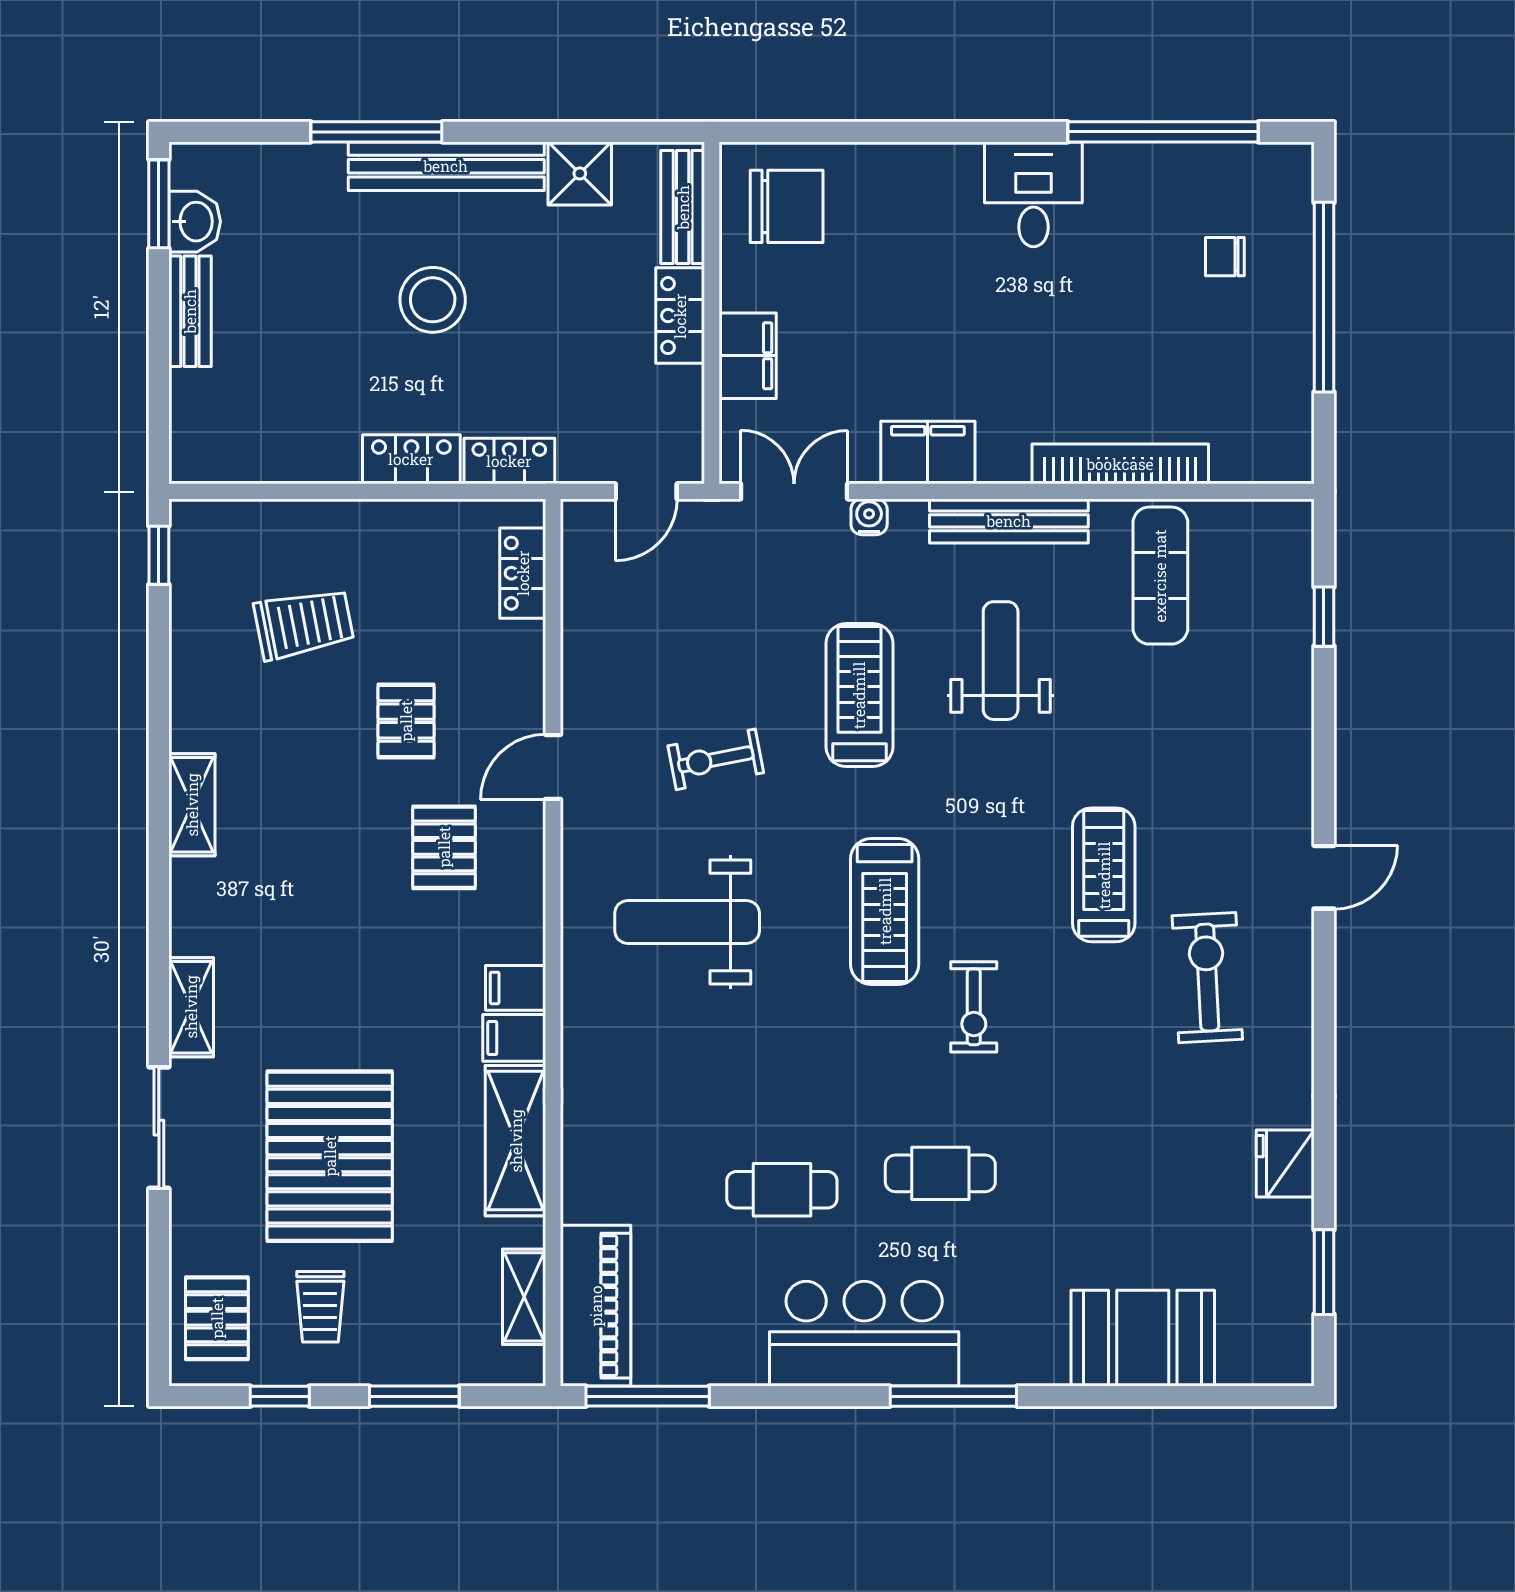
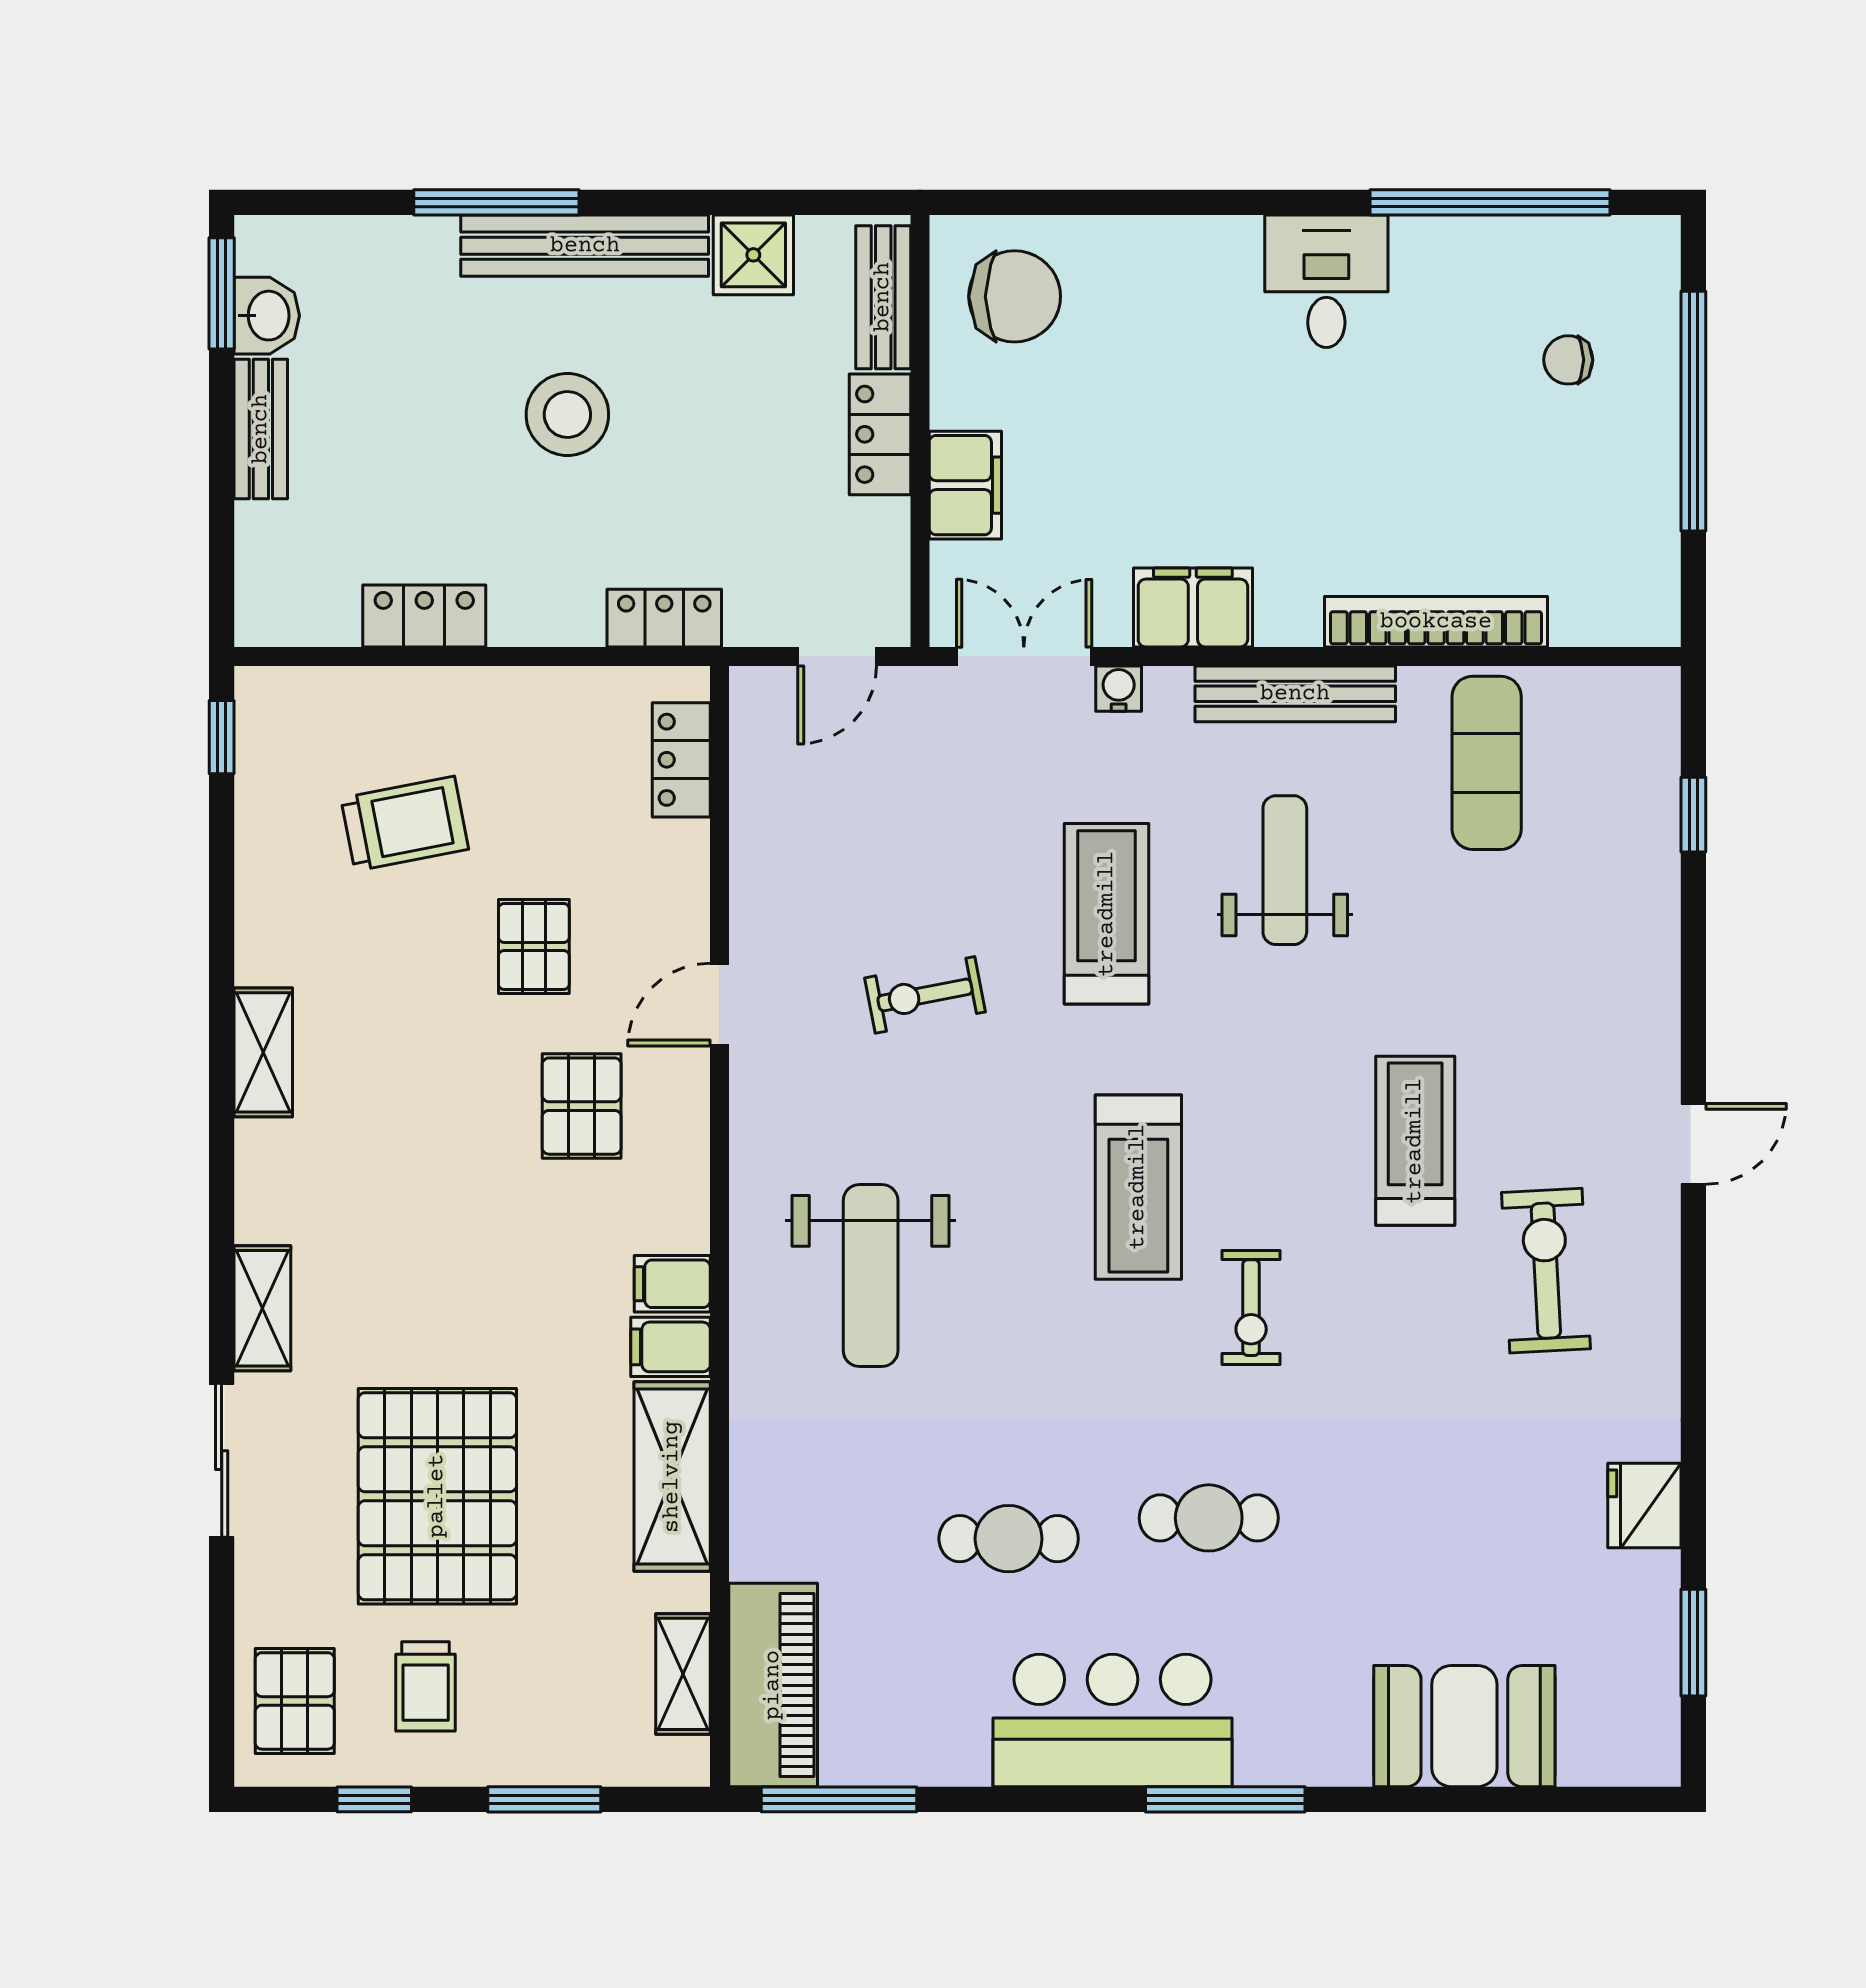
locker: (411, 459) -> (424, 616), moved
weight bench: (687, 922) -> (871, 1276), moved, turned -90

